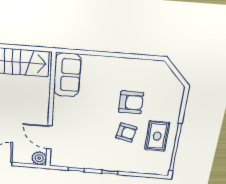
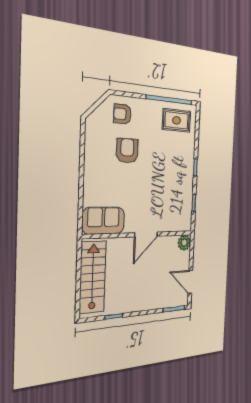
armchair: (126, 133) -> (122, 114), moved, turned -102
rug: (157, 136) -> (176, 120), moved
door: (49, 137) -> (146, 234), moved

